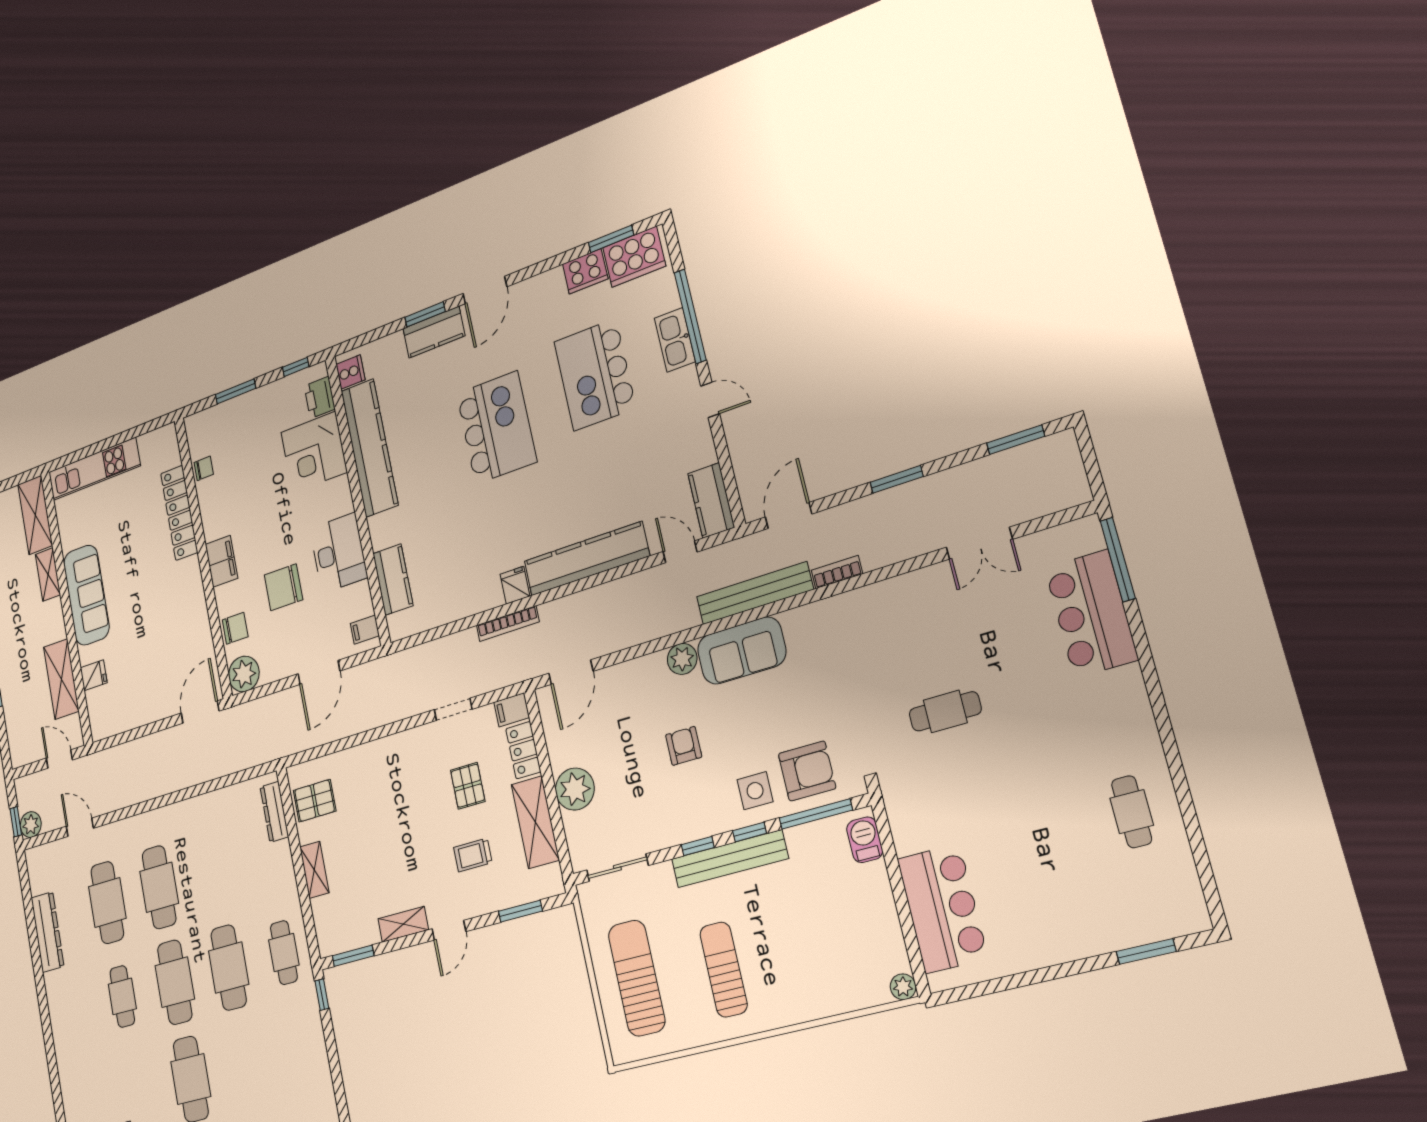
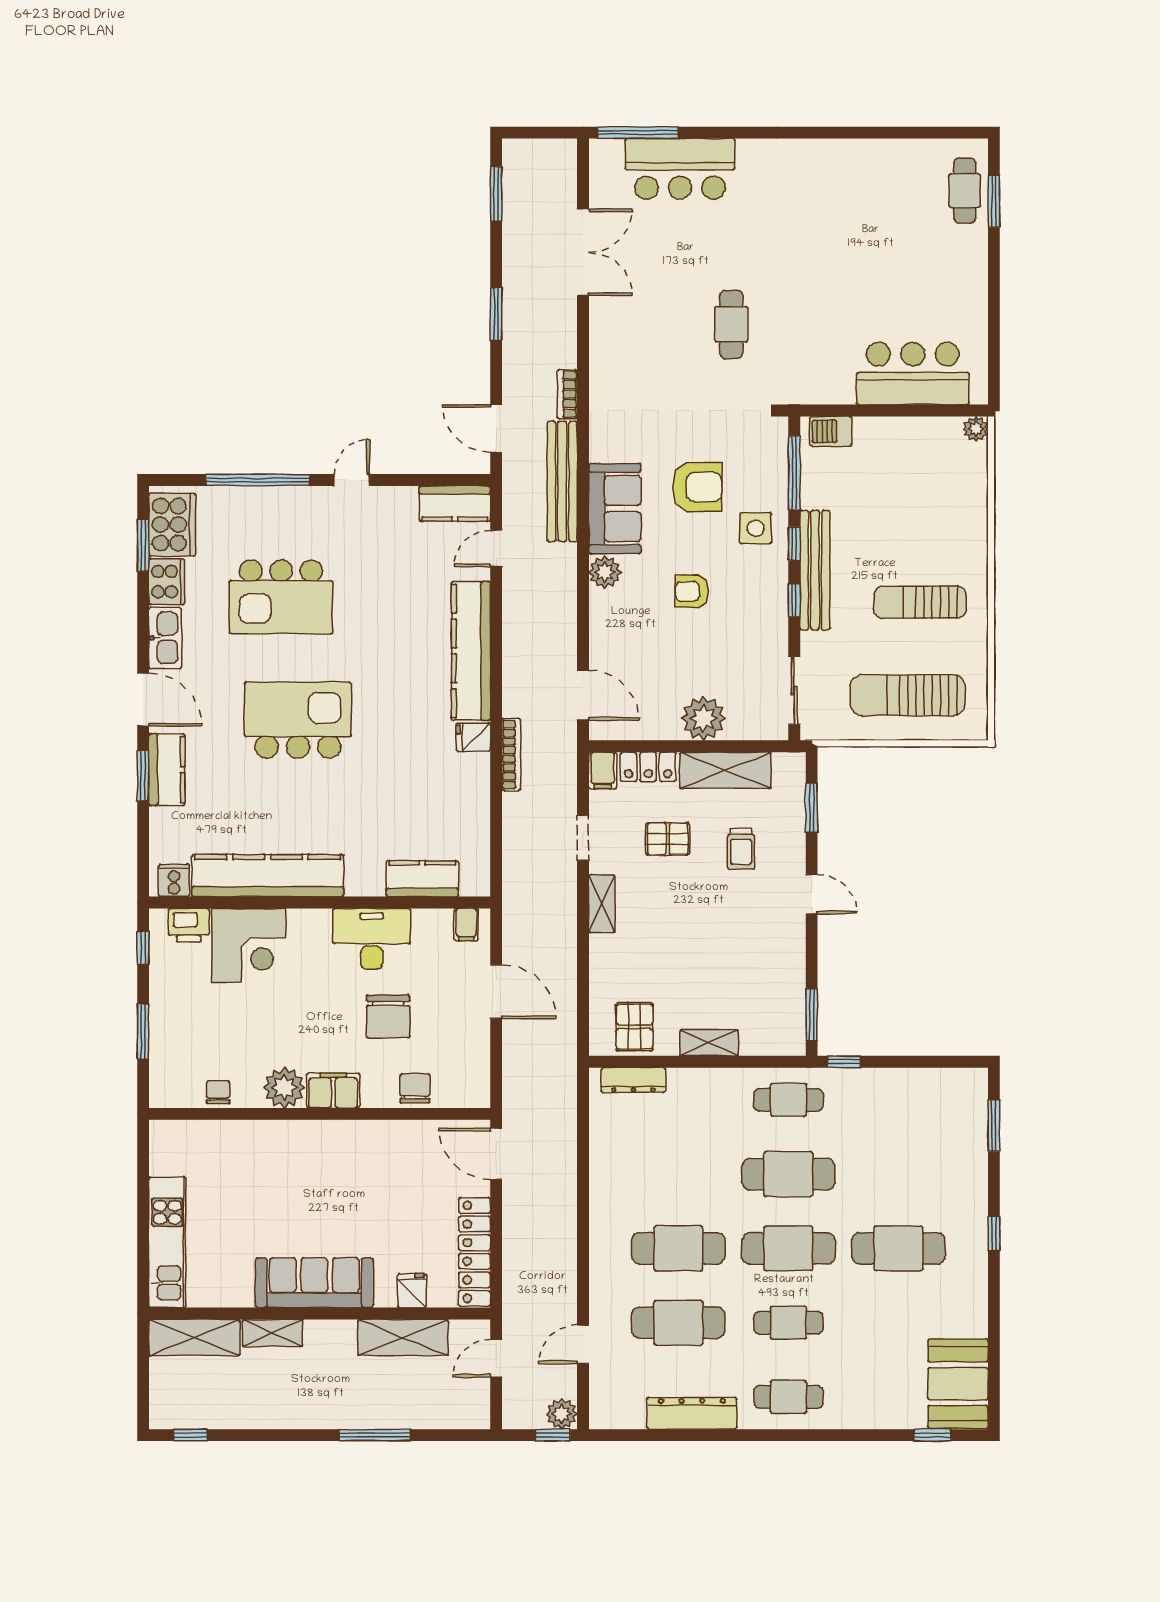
kitchen sink: (675, 340) -> (165, 638), moved, turned -90
locker: (179, 513) -> (475, 1252), moved, turned 90
double door: (979, 543) -> (583, 252), width x1.37
plant: (244, 674) -> (284, 1088), moved
armchair: (807, 771) -> (697, 487), moved, turned 90
cafe table: (1132, 812) -> (965, 191), moved, turned 90
shelving: (403, 924) -> (602, 904), moved
cafe table: (71, 1010) -> (788, 1397), added

